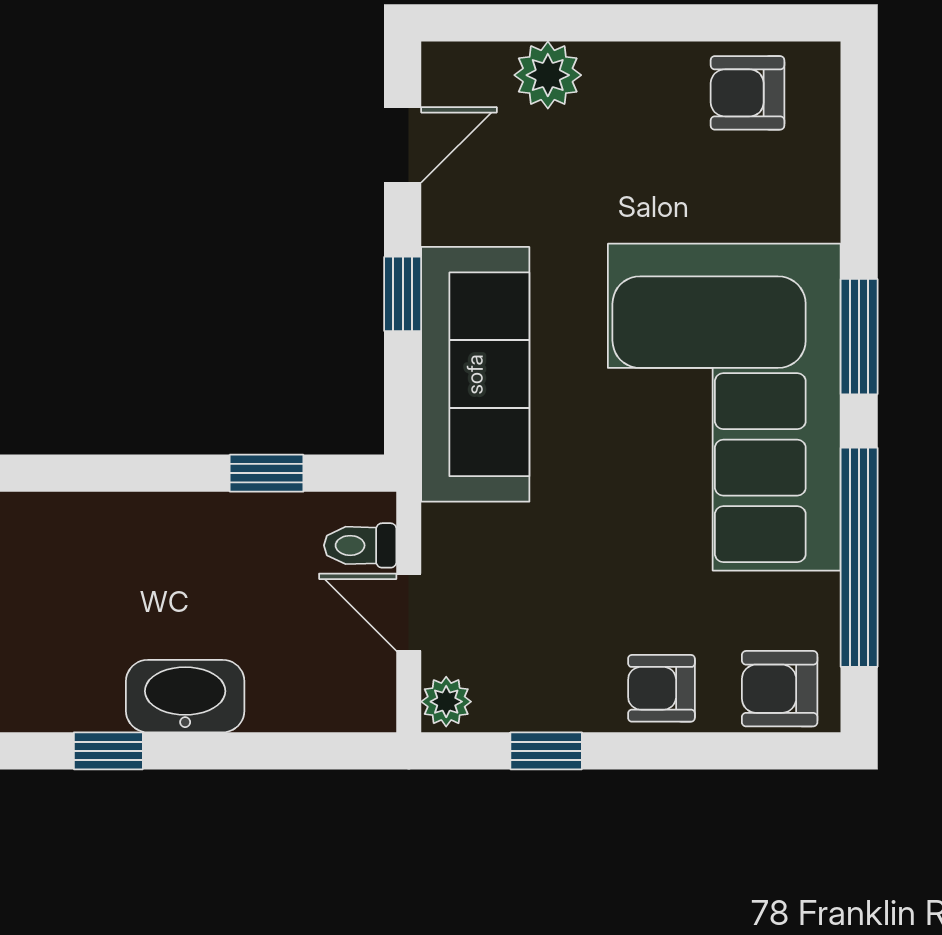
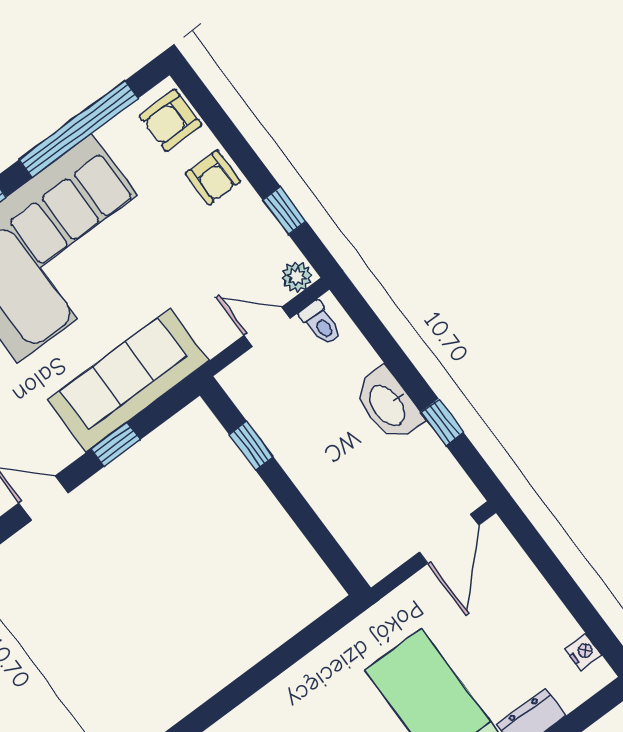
toilet: (360, 545) -> (321, 323), moved
door: (409, 612) -> (267, 327), swing flipped
armchair: (780, 689) -> (171, 120), turned 90

